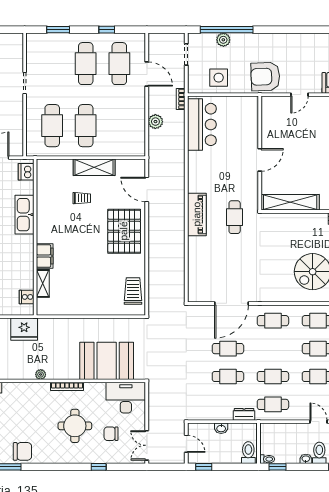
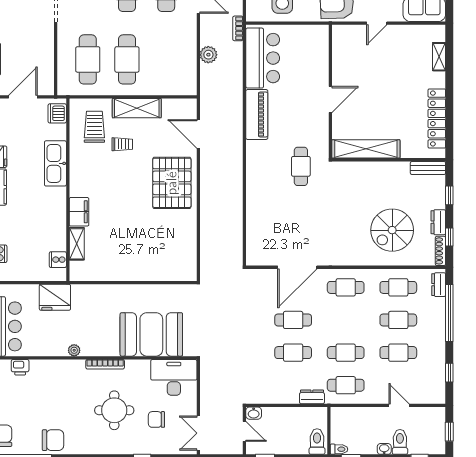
piano: (197, 214) -> (257, 115), moved
trolley: (133, 291) -> (94, 127), moved
washbasin: (221, 428) -> (254, 413), moved

